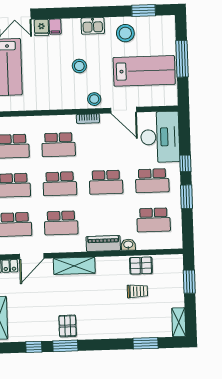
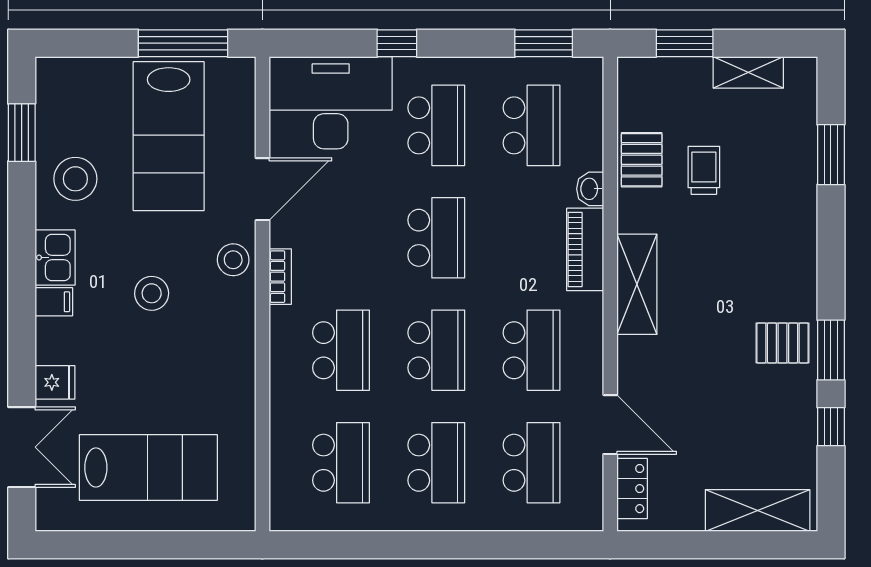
filing cabinet: (55, 27) -> (54, 302), moved
window: (182, 59) -> (183, 43), moved
lab bench: (144, 71) -> (169, 136), turned 180
window: (187, 197) -> (544, 43), moved
shelving: (74, 266) -> (637, 284), moved
shelving: (179, 322) -> (748, 72), moved

